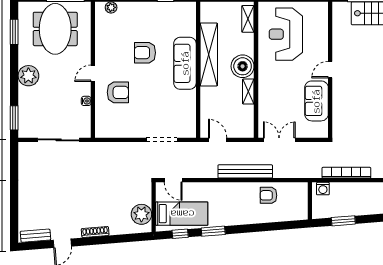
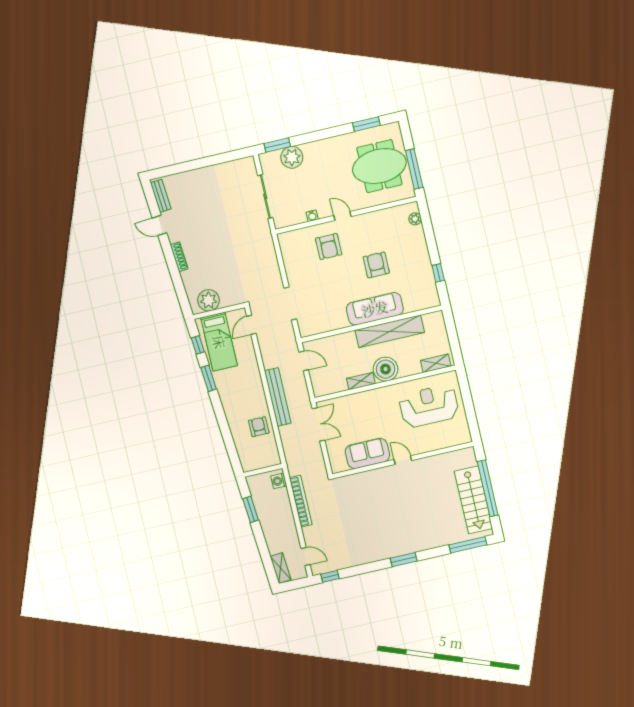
plant: (28, 76) -> (292, 157), moved
door: (218, 140) -> (304, 361), hinge flipped

